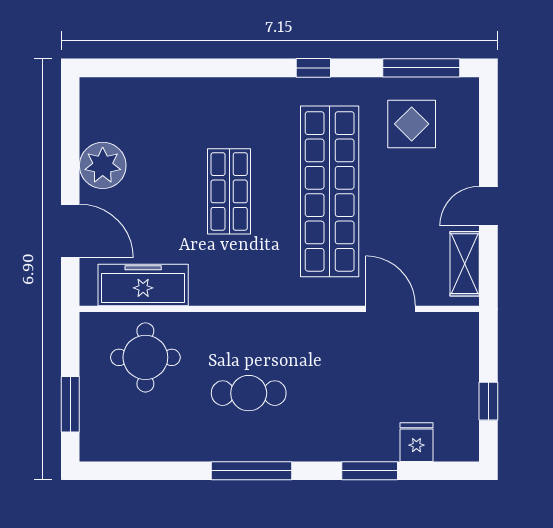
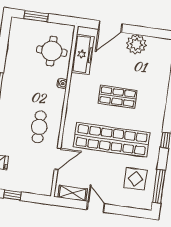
water cooler: (217, 323) -> (62, 84), added
cafe table: (249, 393) -> (39, 127), moved

